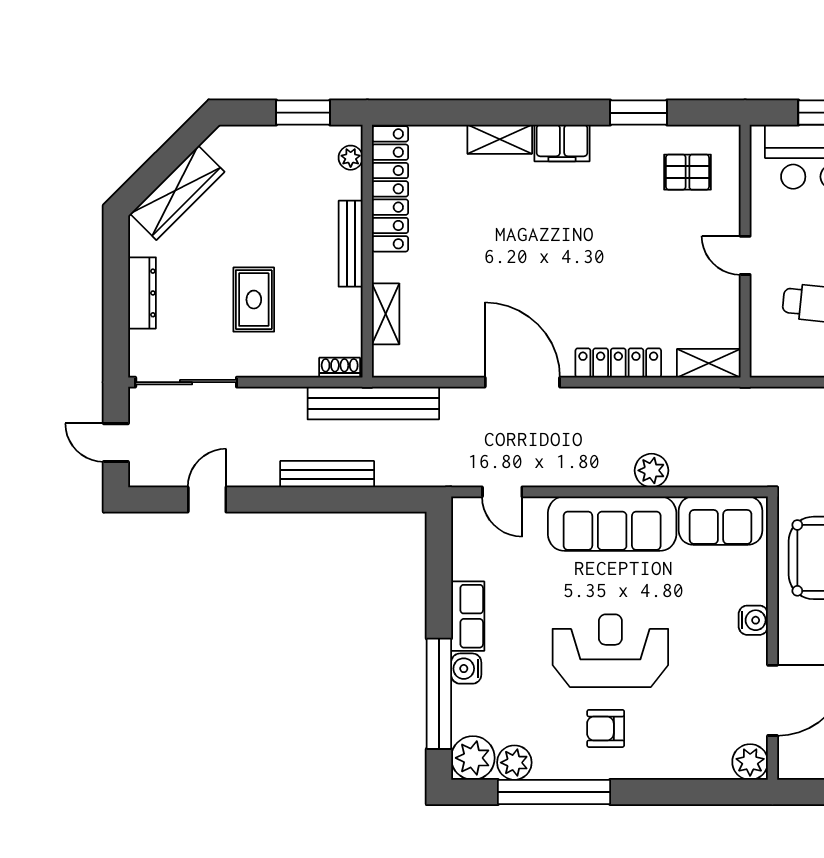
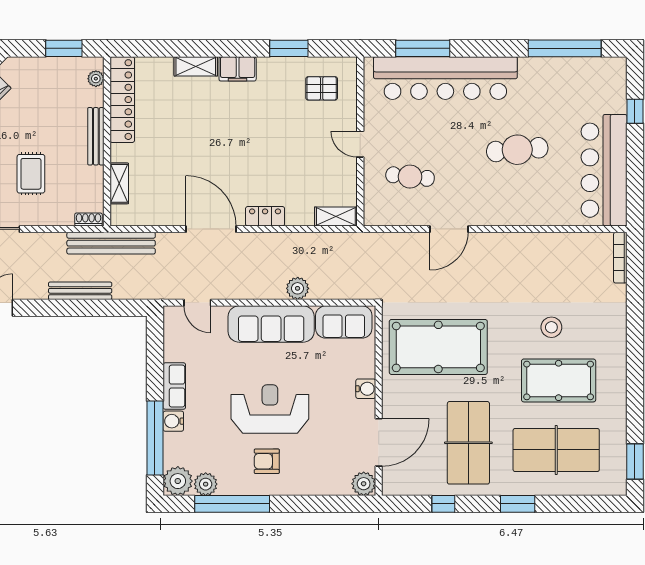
locker: (618, 363) -> (265, 216), width x0.66

